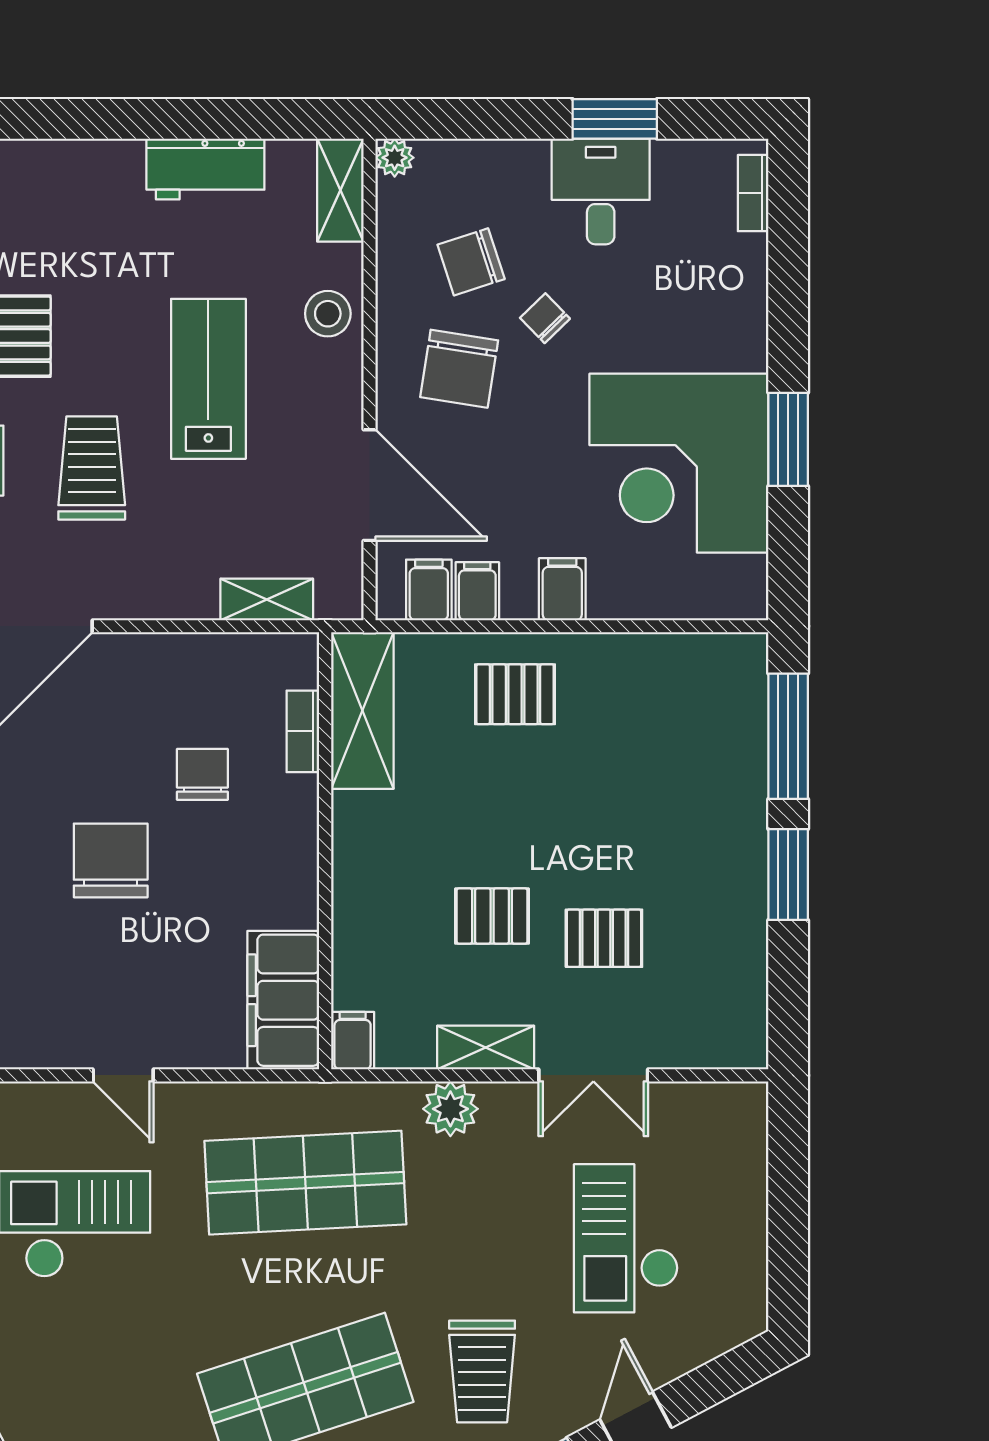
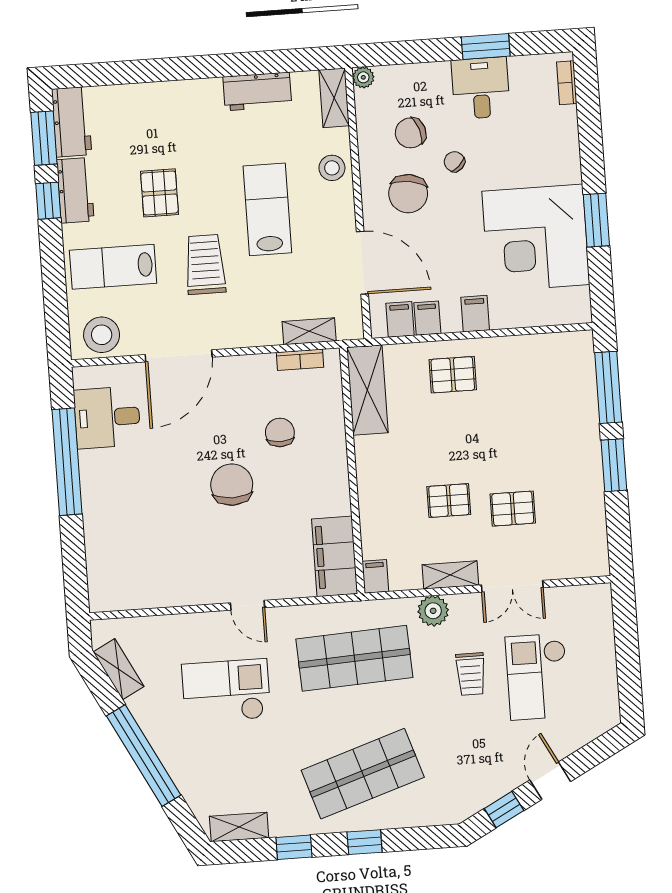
bookcase: (303, 731) -> (300, 360), moved, turned -90
trolley: (482, 1371) -> (471, 674), moved, width x0.73, depth x0.72

